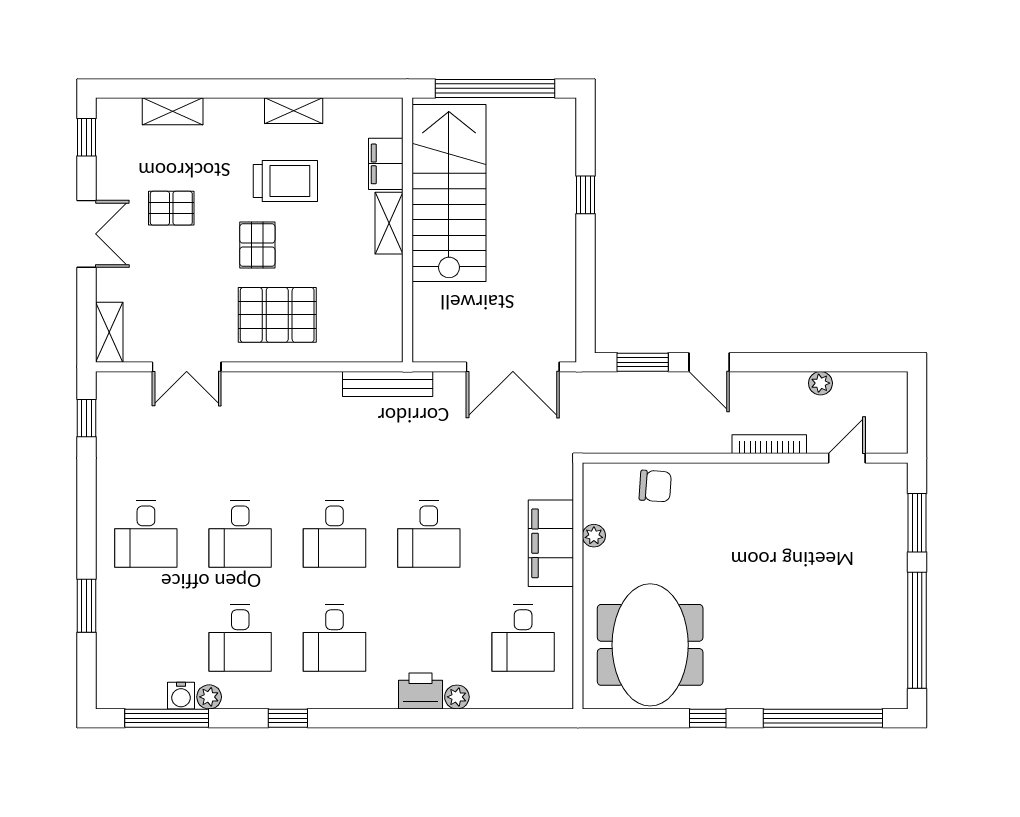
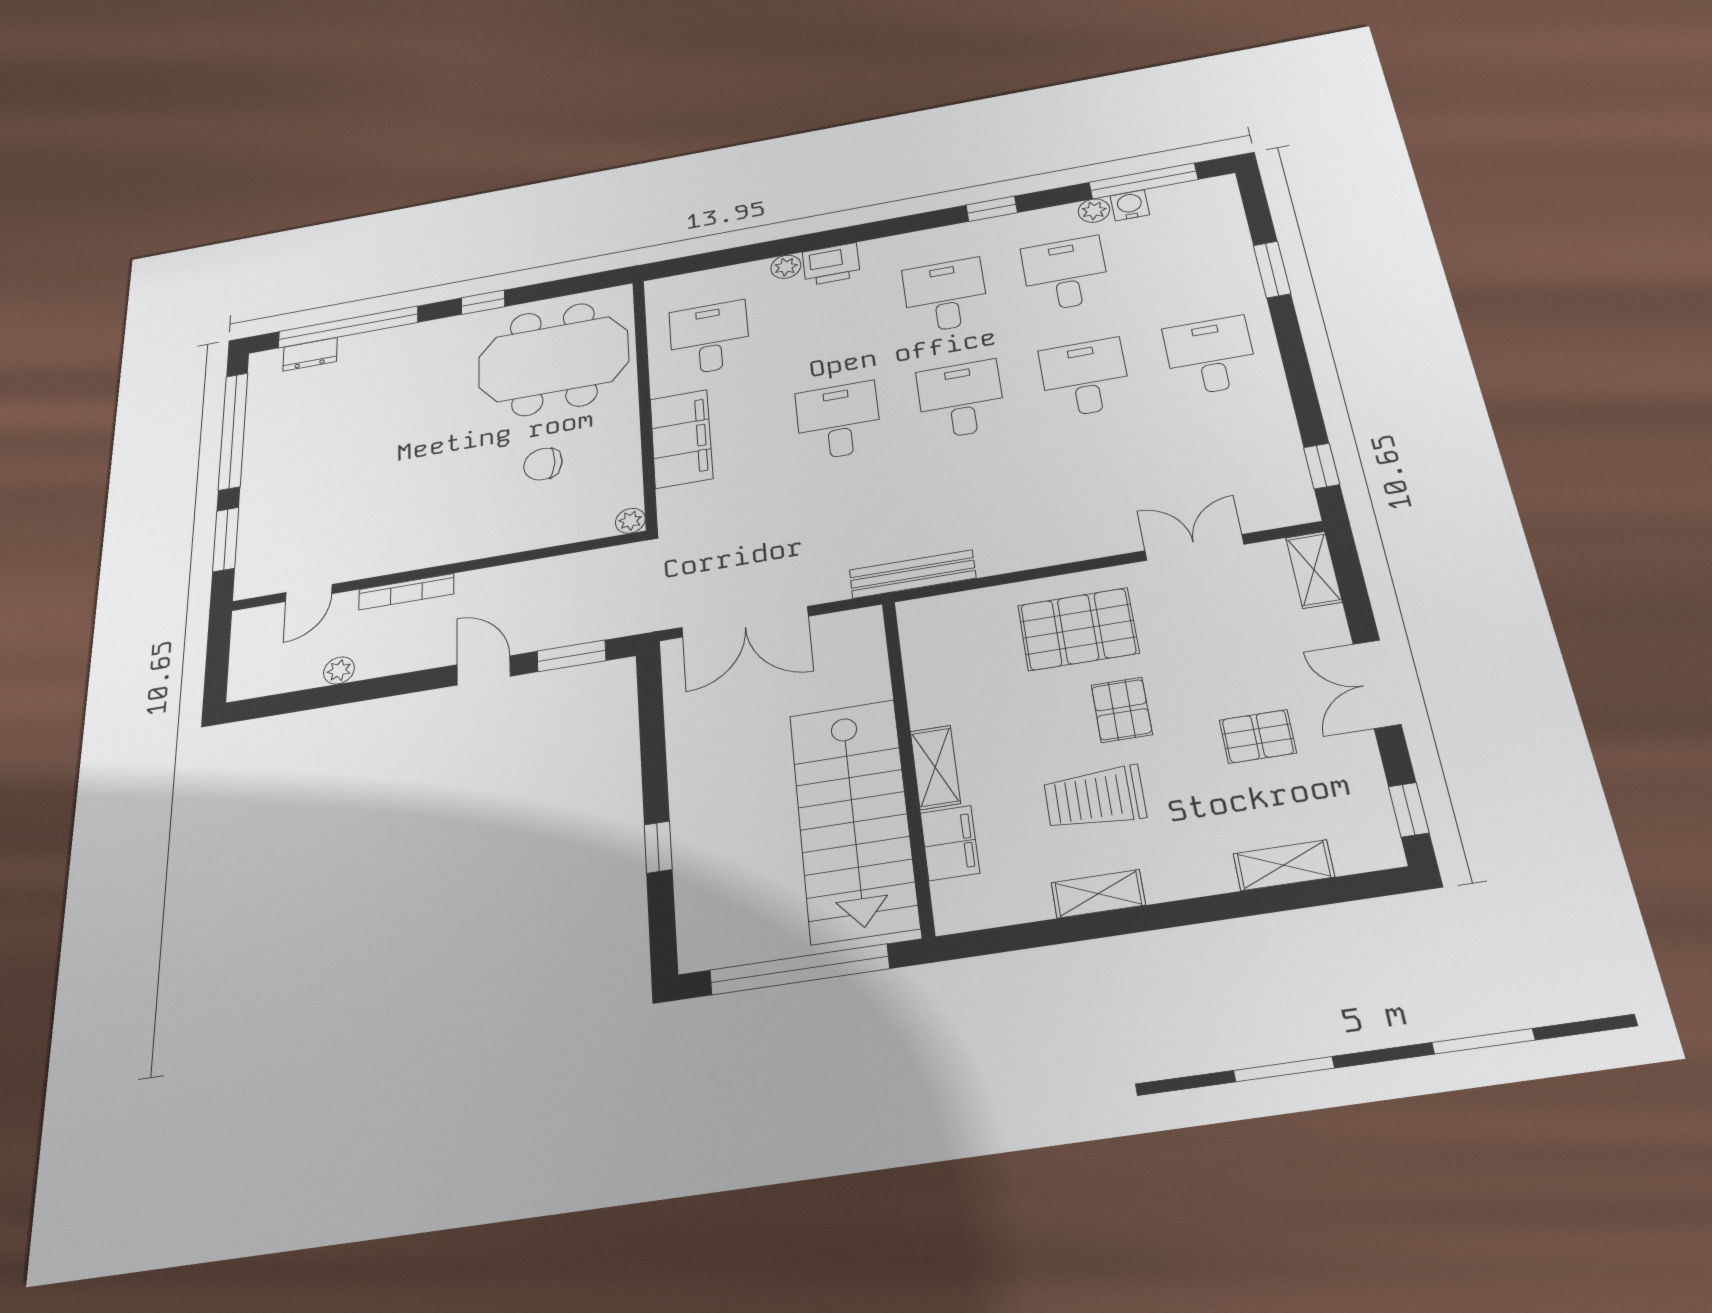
double door: (513, 367) -> (745, 622), swing flipped
chair: (655, 486) -> (543, 464), moved
plant: (594, 536) -> (630, 521), moved
meeting table: (650, 645) -> (553, 359), turned 90
dresser: (855, 696) -> (310, 354), added

